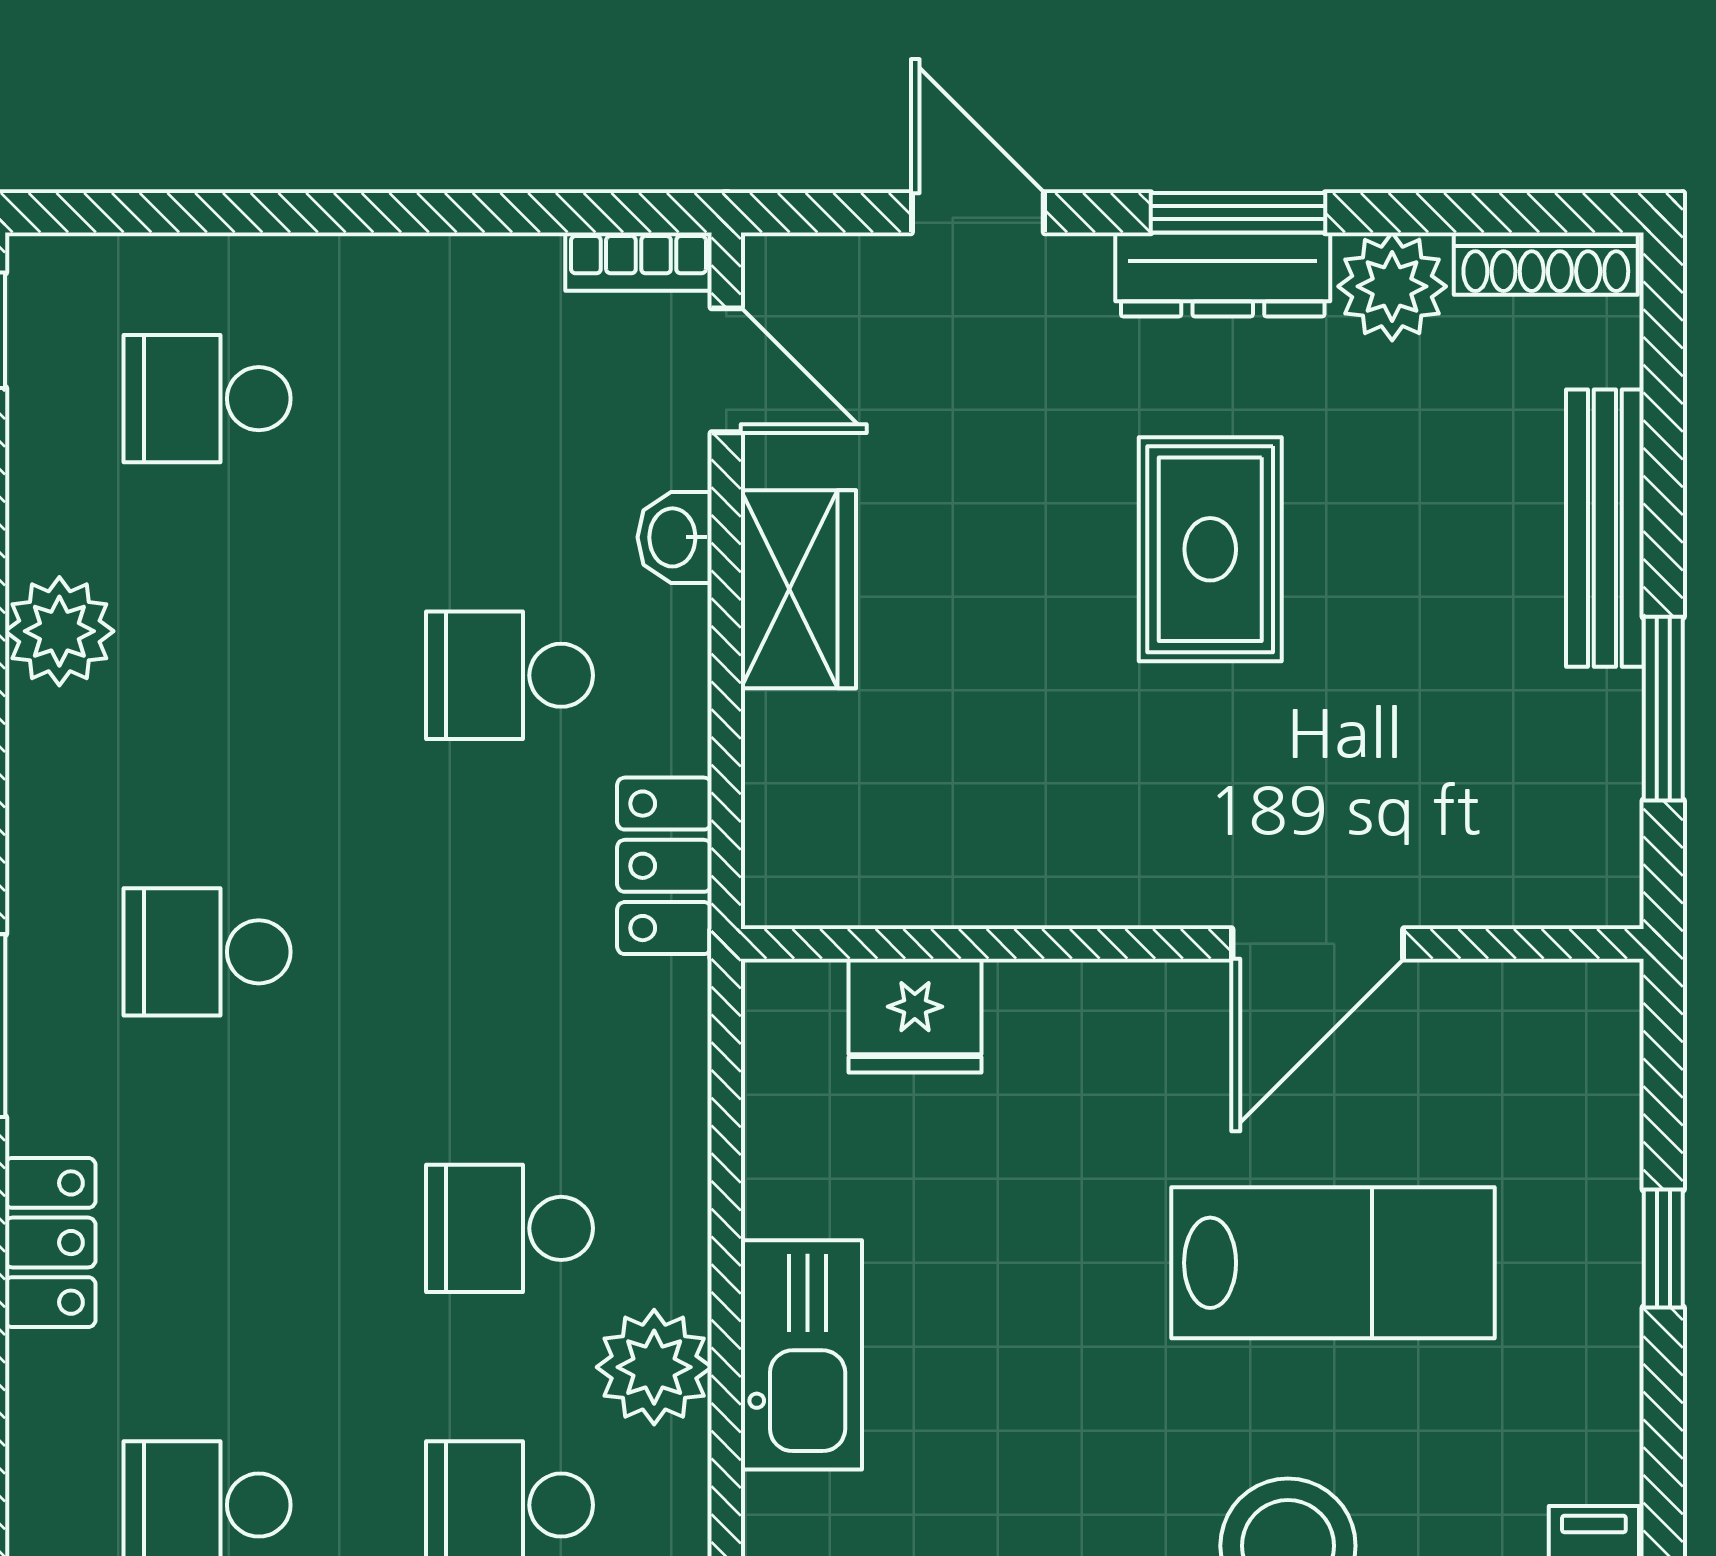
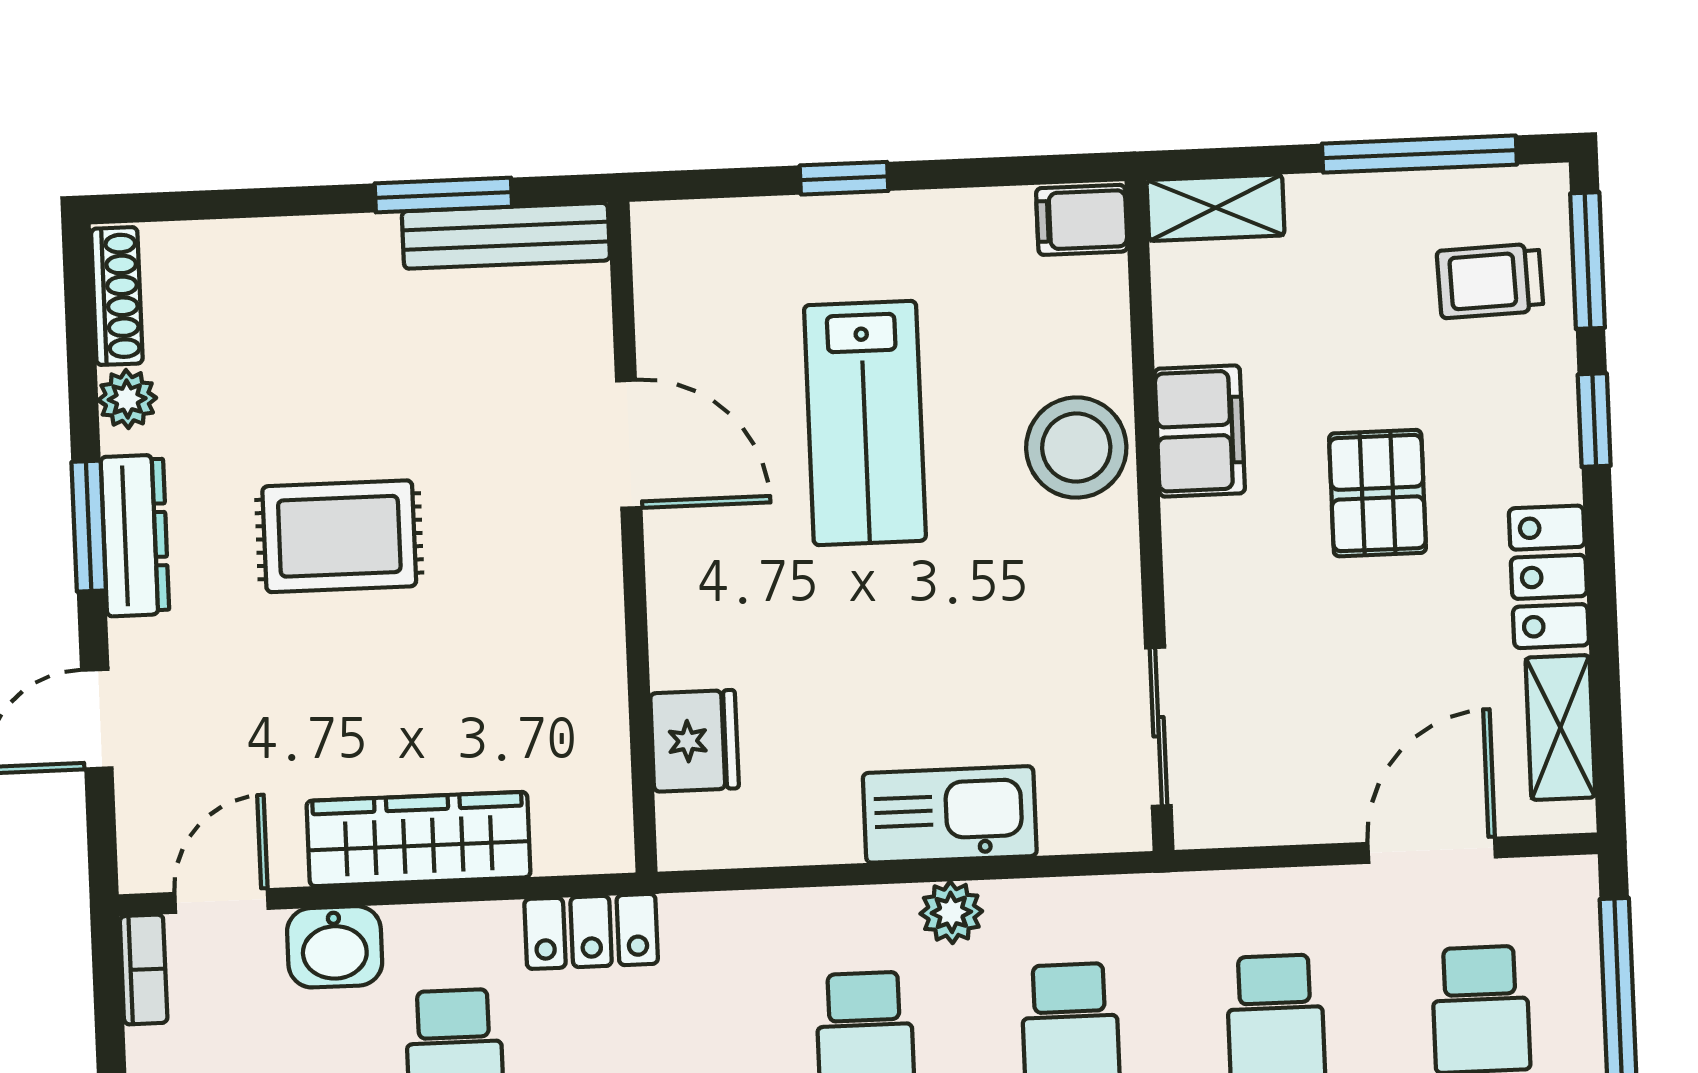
plant: (1392, 286) -> (127, 399), width x0.73, depth x0.73
bench: (1605, 528) -> (506, 236), moved
washbasin: (675, 537) -> (335, 947), width x1.38, depth x1.45
wardrobe: (798, 589) -> (418, 839), width x1.50
lab bench: (1333, 1263) -> (865, 423), turned 180
plant: (654, 1367) -> (951, 912), width x0.73, depth x0.73

